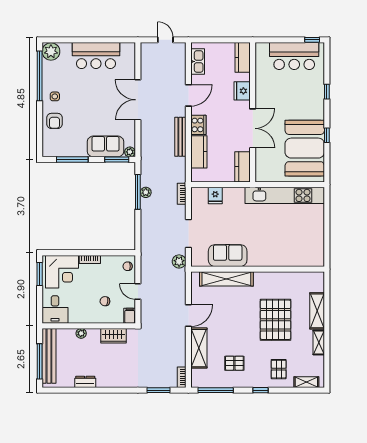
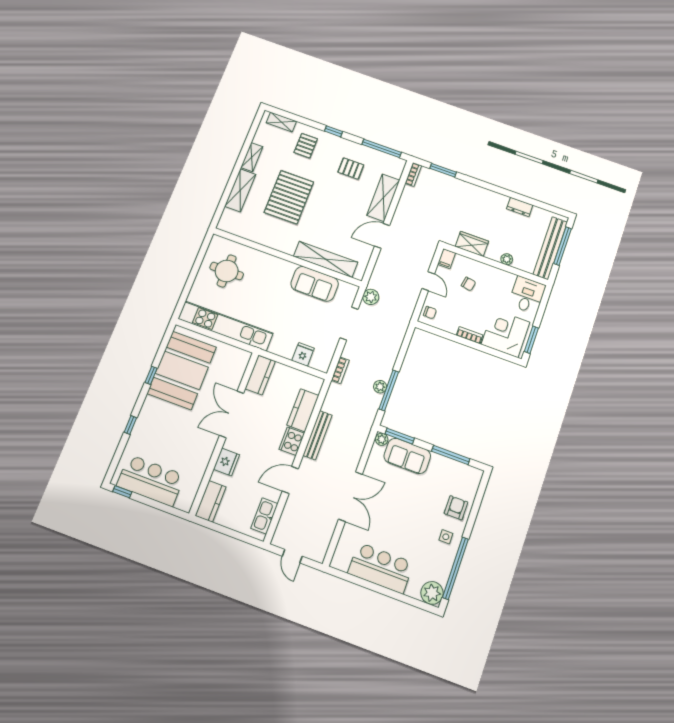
round table: (301, 240) -> (227, 271), added

